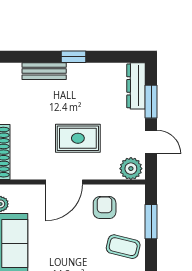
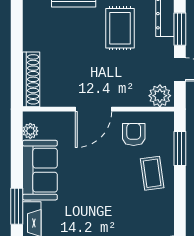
rug: (78, 138) -> (120, 28), moved, turned 90
coffee table: (123, 247) -> (152, 173), turned 68

